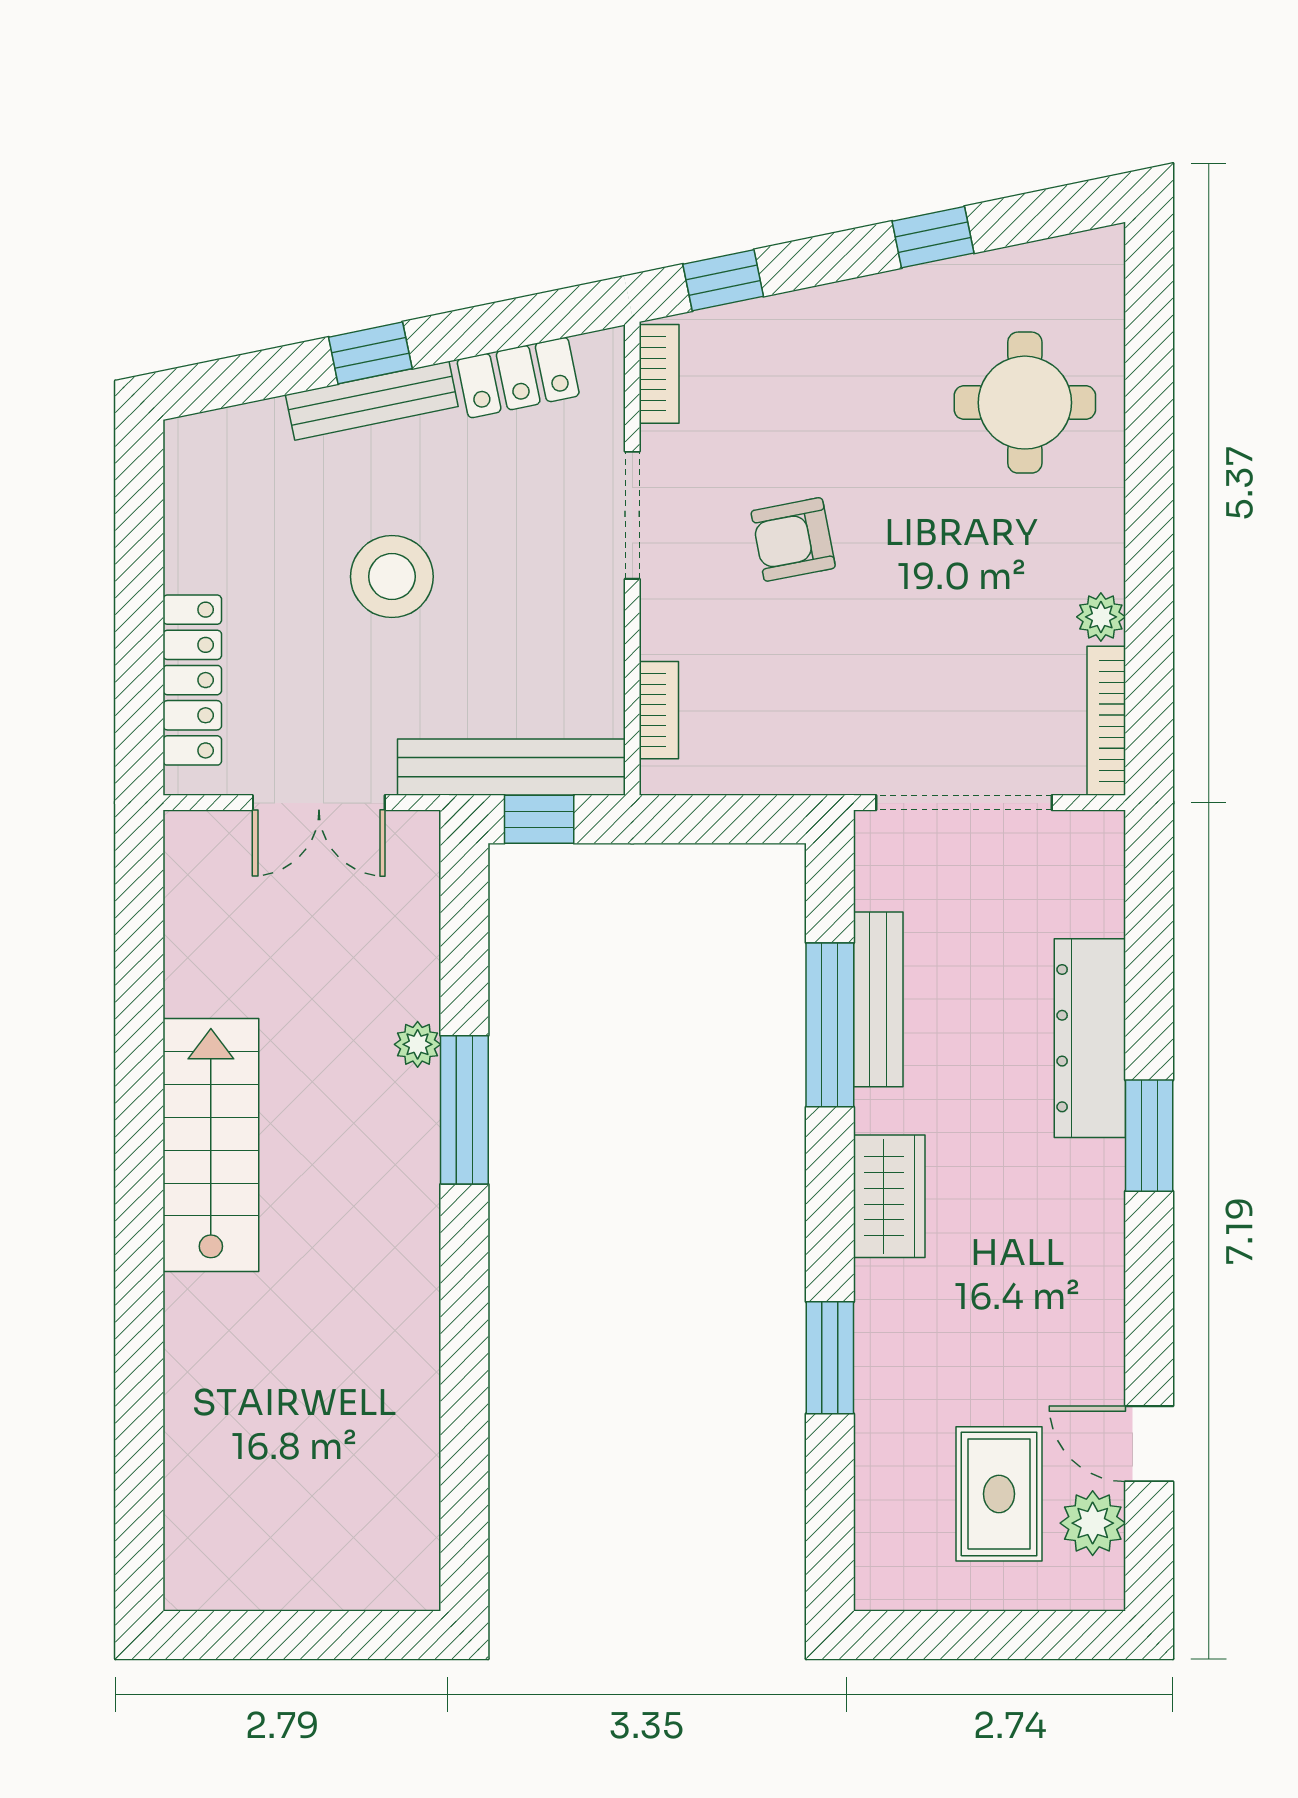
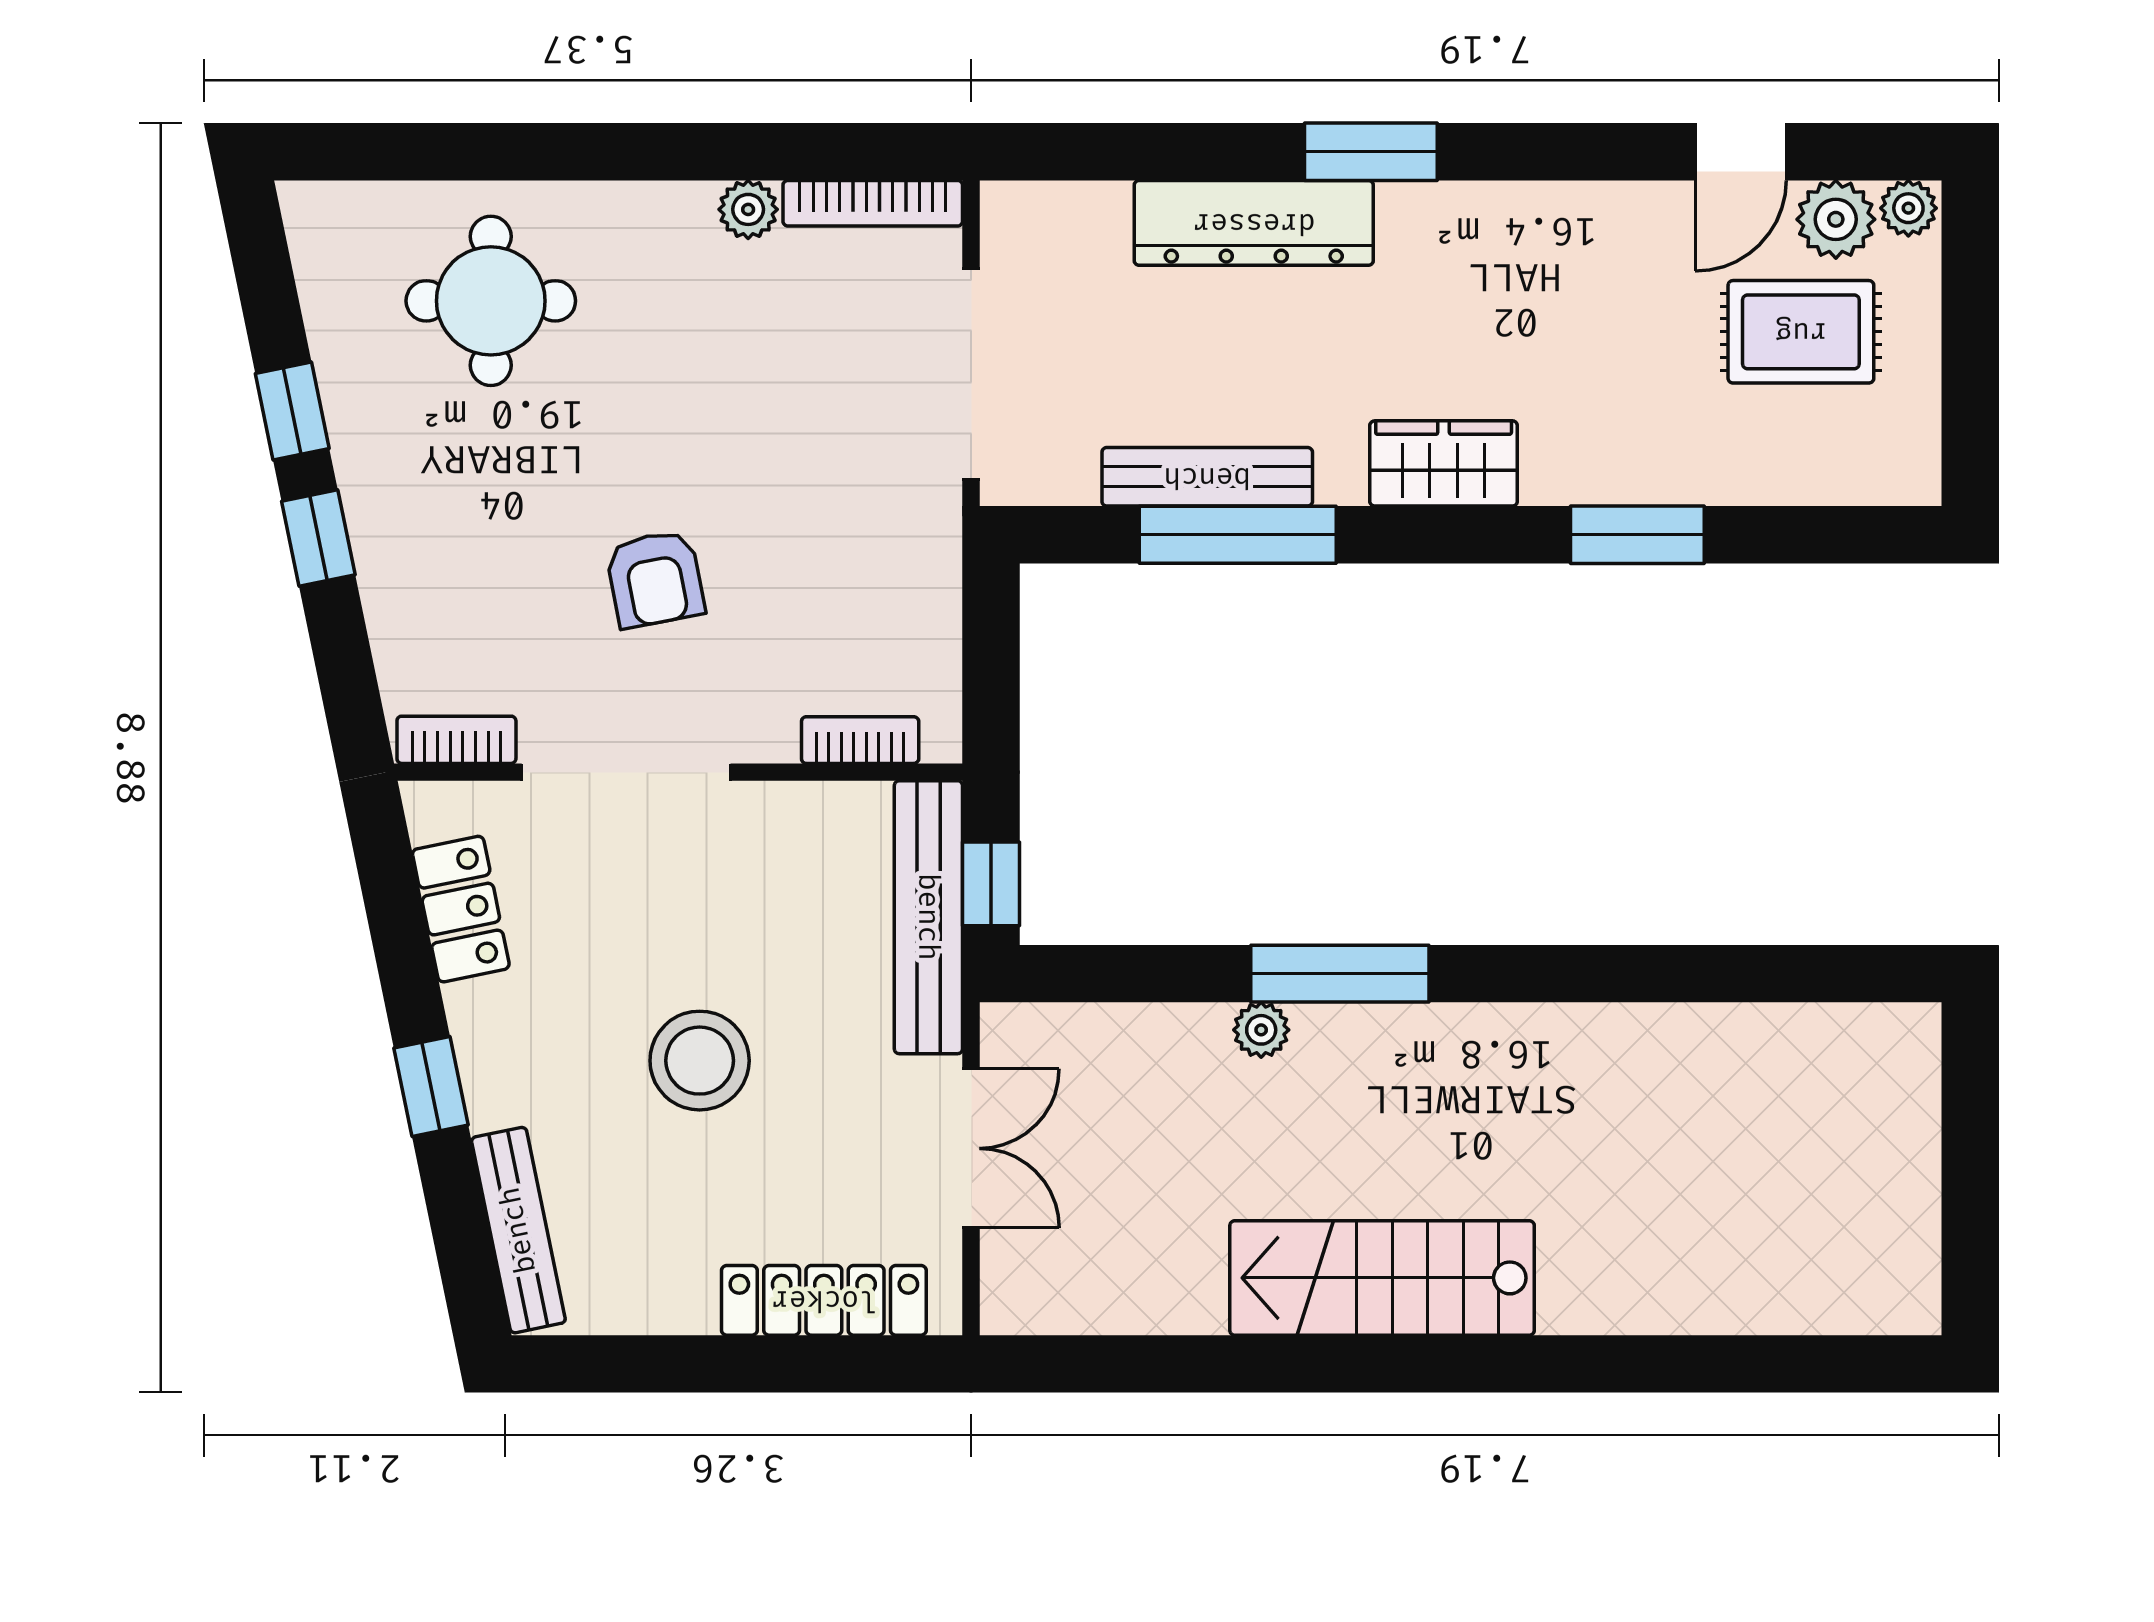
window: (723, 280) -> (318, 538), moved
bench: (372, 401) -> (518, 1230), moved
doorway: (632, 515) -> (626, 772), width x1.36
plant: (1102, 1584) -> (1908, 208), added

